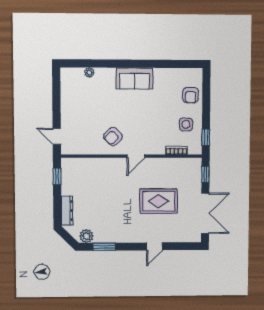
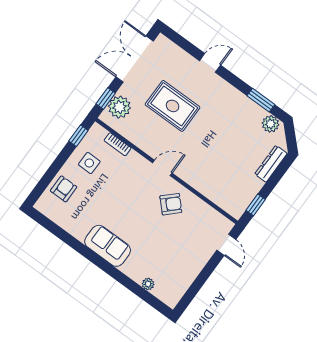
plant: (193, 175) -> (119, 107), added

